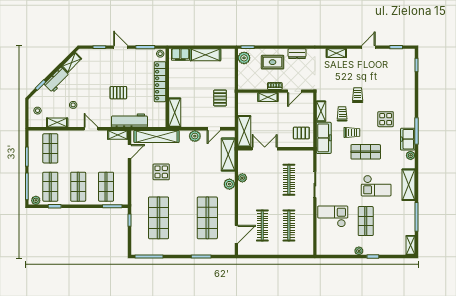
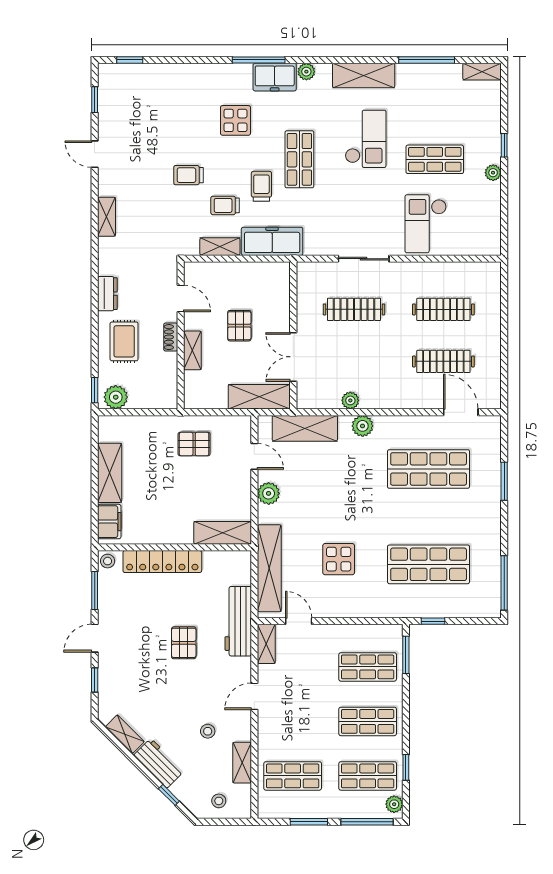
pallet: (301, 133) -> (239, 326), moved

